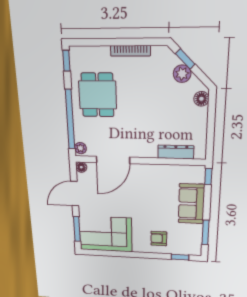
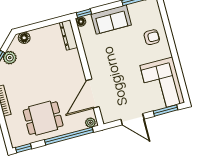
dresser: (176, 152) -> (68, 35), moved
door: (113, 160) -> (93, 94), swing flipped
floor lamp: (81, 167) -> (81, 22), moved
armchair: (159, 239) -> (152, 37), turned -90
window: (180, 257) -> (164, 14), removed

